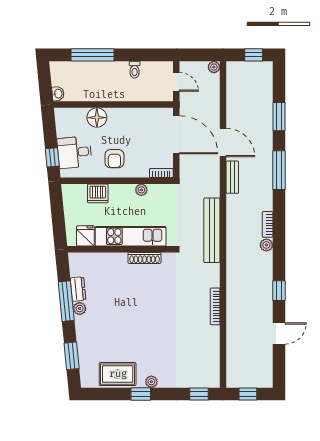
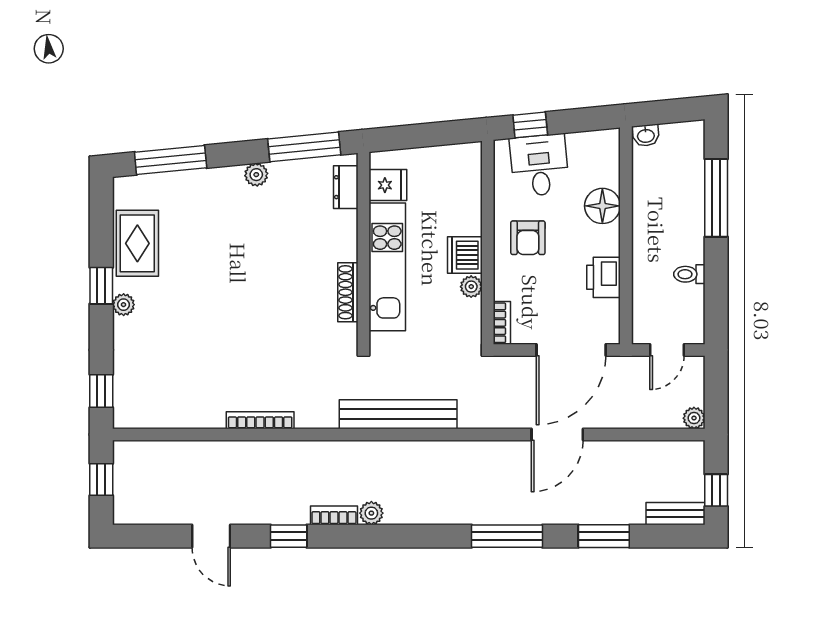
printer: (136, 117) -> (604, 277), added
armchair: (114, 159) -> (528, 238), turned -90
bench: (232, 177) -> (675, 514), moved
dishwasher: (98, 193) -> (465, 255), moved
bookcase: (268, 224) -> (334, 515), moved
dresser: (78, 289) -> (346, 187), moved, turned 96
window: (66, 301) -> (304, 147), moved
window: (72, 356) -> (171, 160), width x1.44

